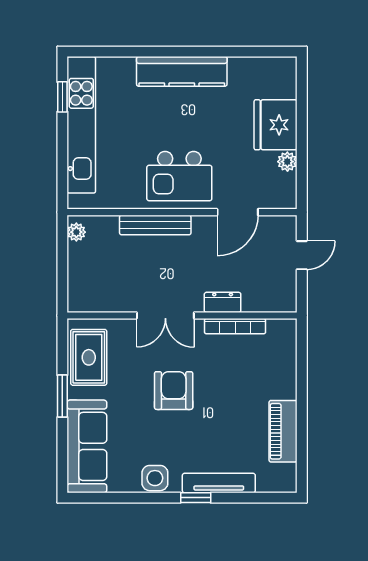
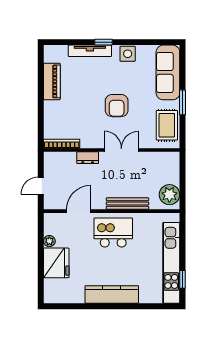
plant: (76, 232) -> (169, 195), width x1.88, depth x1.88
bookcase: (235, 326) -> (62, 144), moved

